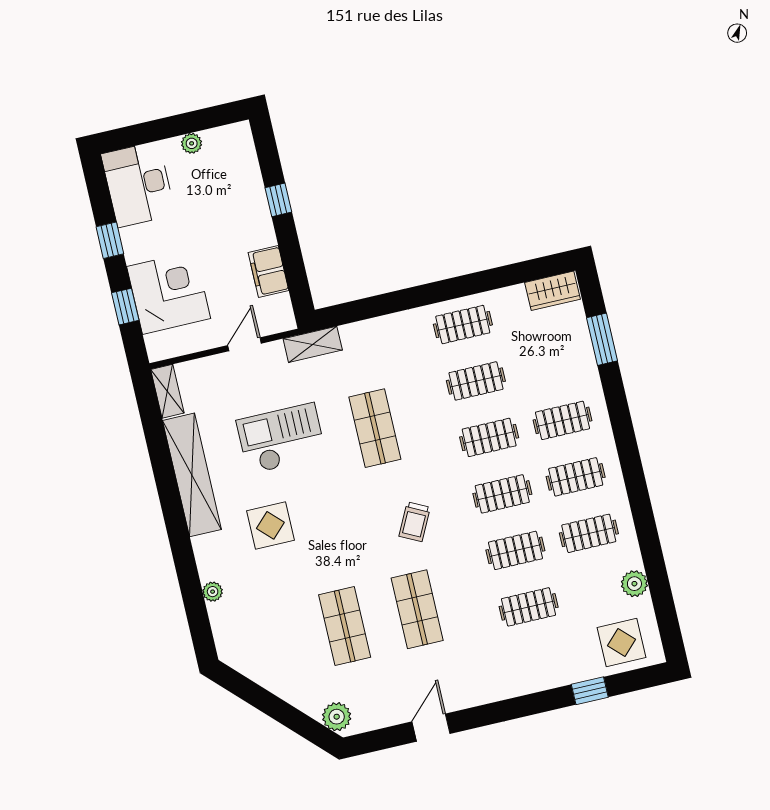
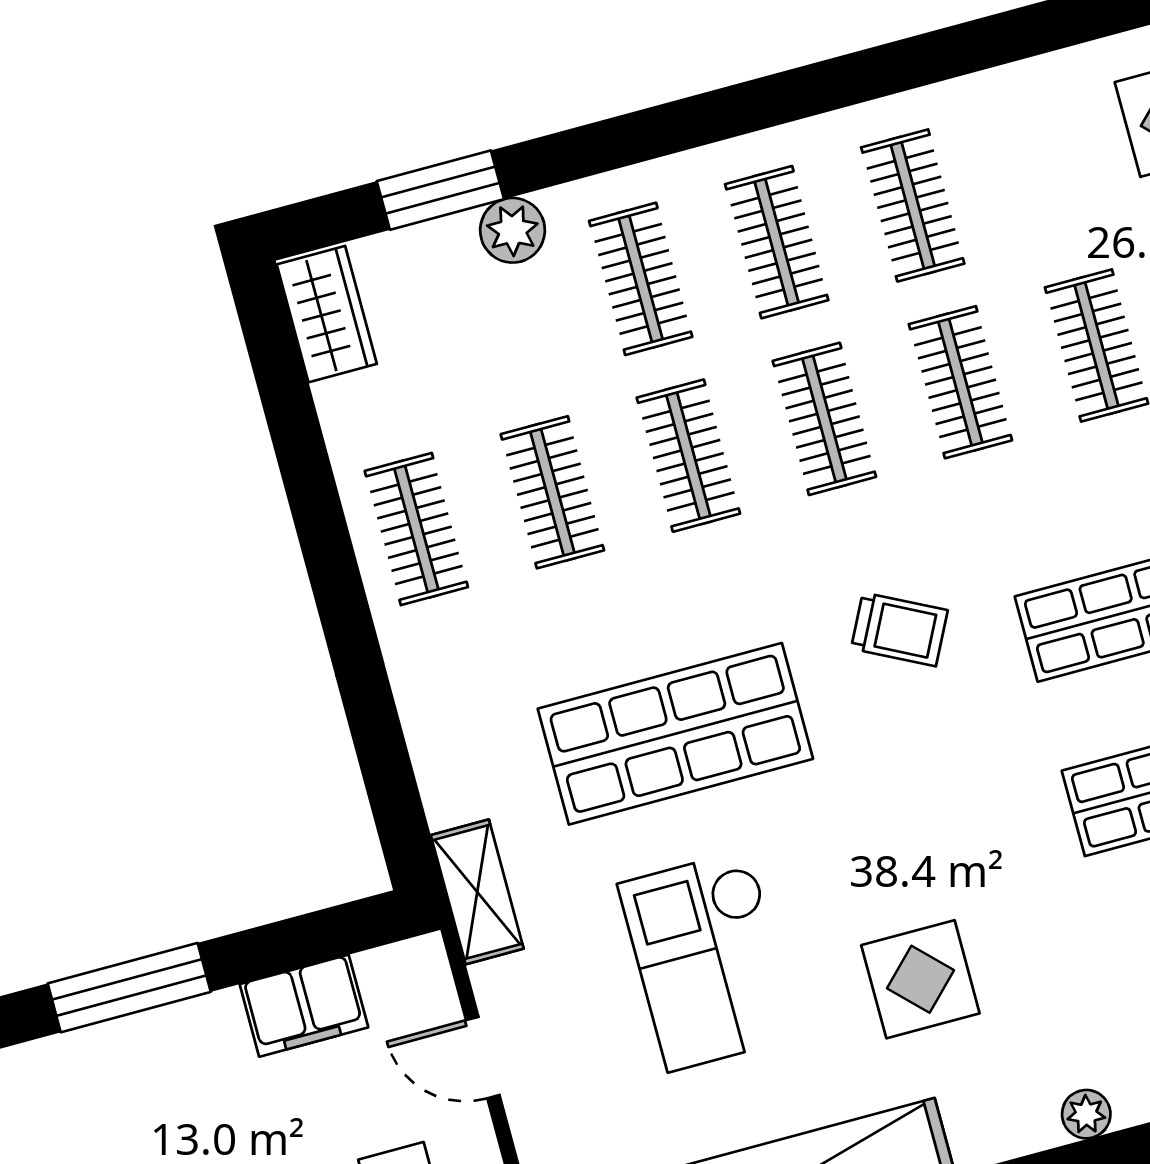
window: (278, 200) -> (129, 988), width x2.17
shop shelf: (375, 428) -> (675, 734), width x1.43, depth x1.36
plant: (634, 584) -> (513, 230), moved

